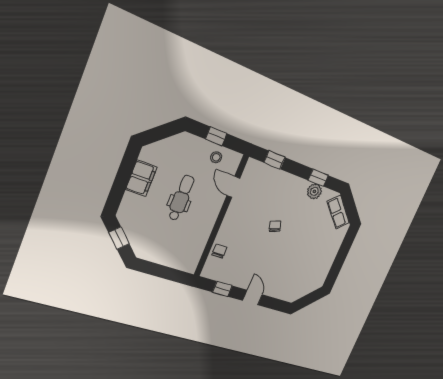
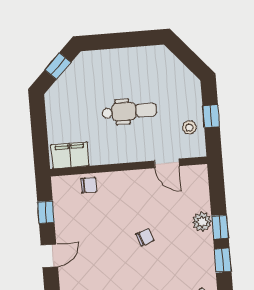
window: (274, 160) -> (220, 227), moved
filing cabinet: (141, 178) -> (70, 155), moved, turned 180
door: (233, 187) -> (167, 163), swing flipped
plant: (314, 191) -> (202, 222), moved

